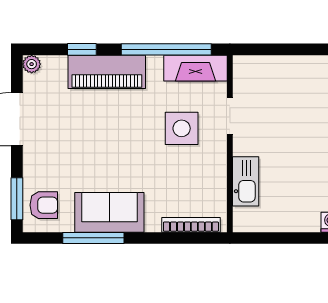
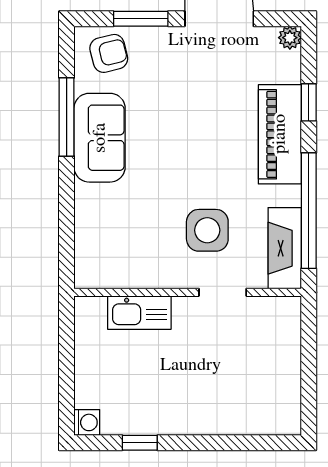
window: (17, 199) -> (141, 19), moved
armchair: (44, 205) -> (109, 53), turned -104
bookcase: (191, 225) -> (83, 242), removed

